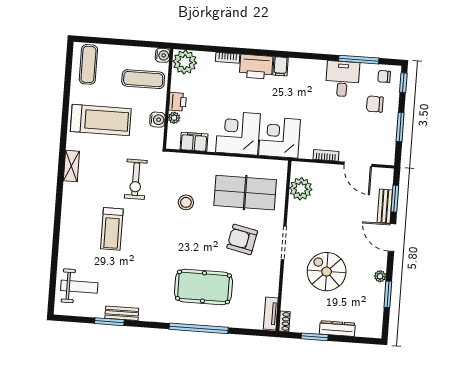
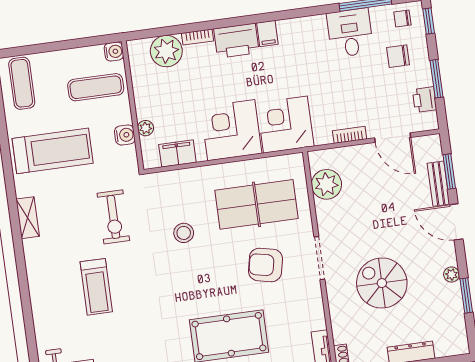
plant: (185, 62) -> (166, 51), moved
printer: (178, 102) -> (425, 100), moved, turned 180

